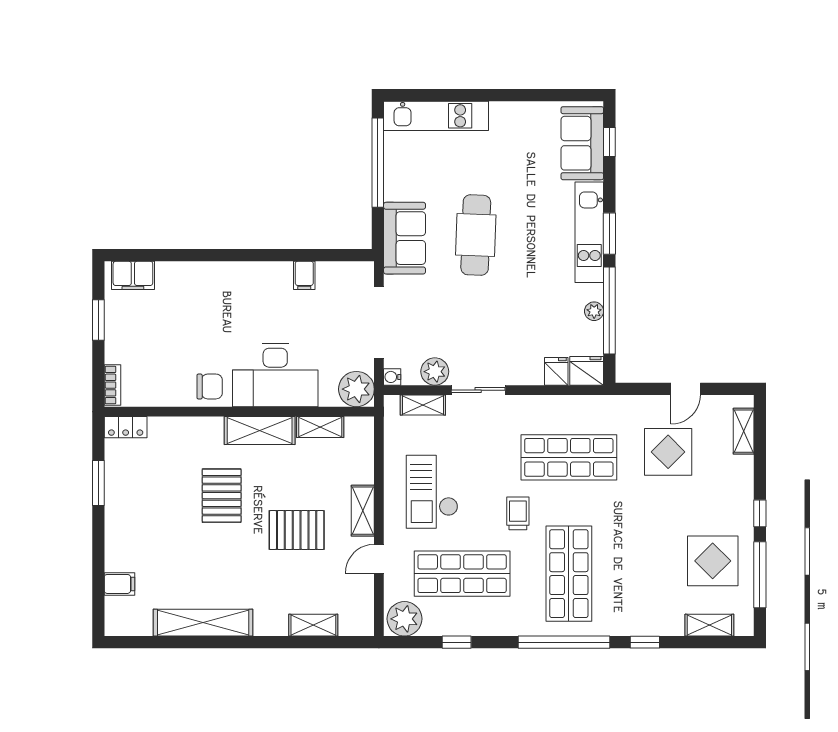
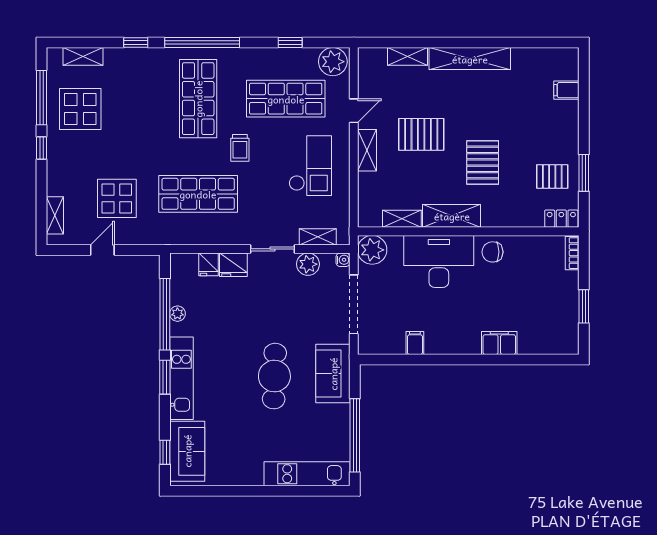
filing cabinet: (133, 275) -> (499, 343), moved
fridge: (587, 371) -> (233, 265), moved
pallet: (137, 479) -> (552, 176), added
shelving: (203, 623) -> (470, 59), moved

